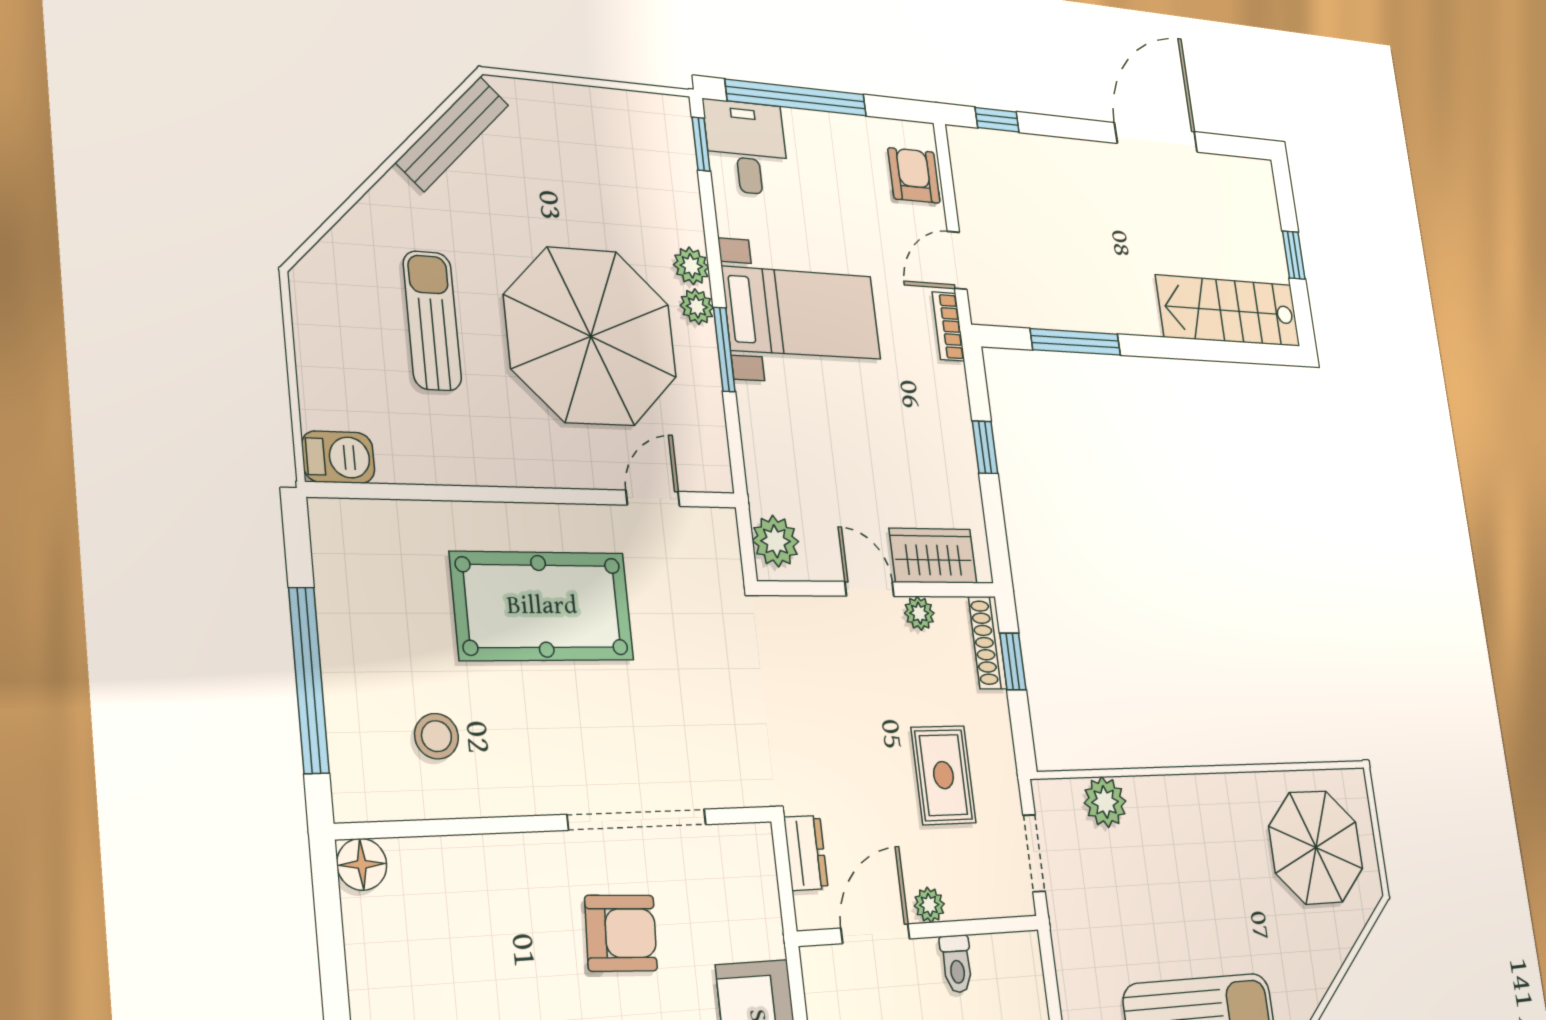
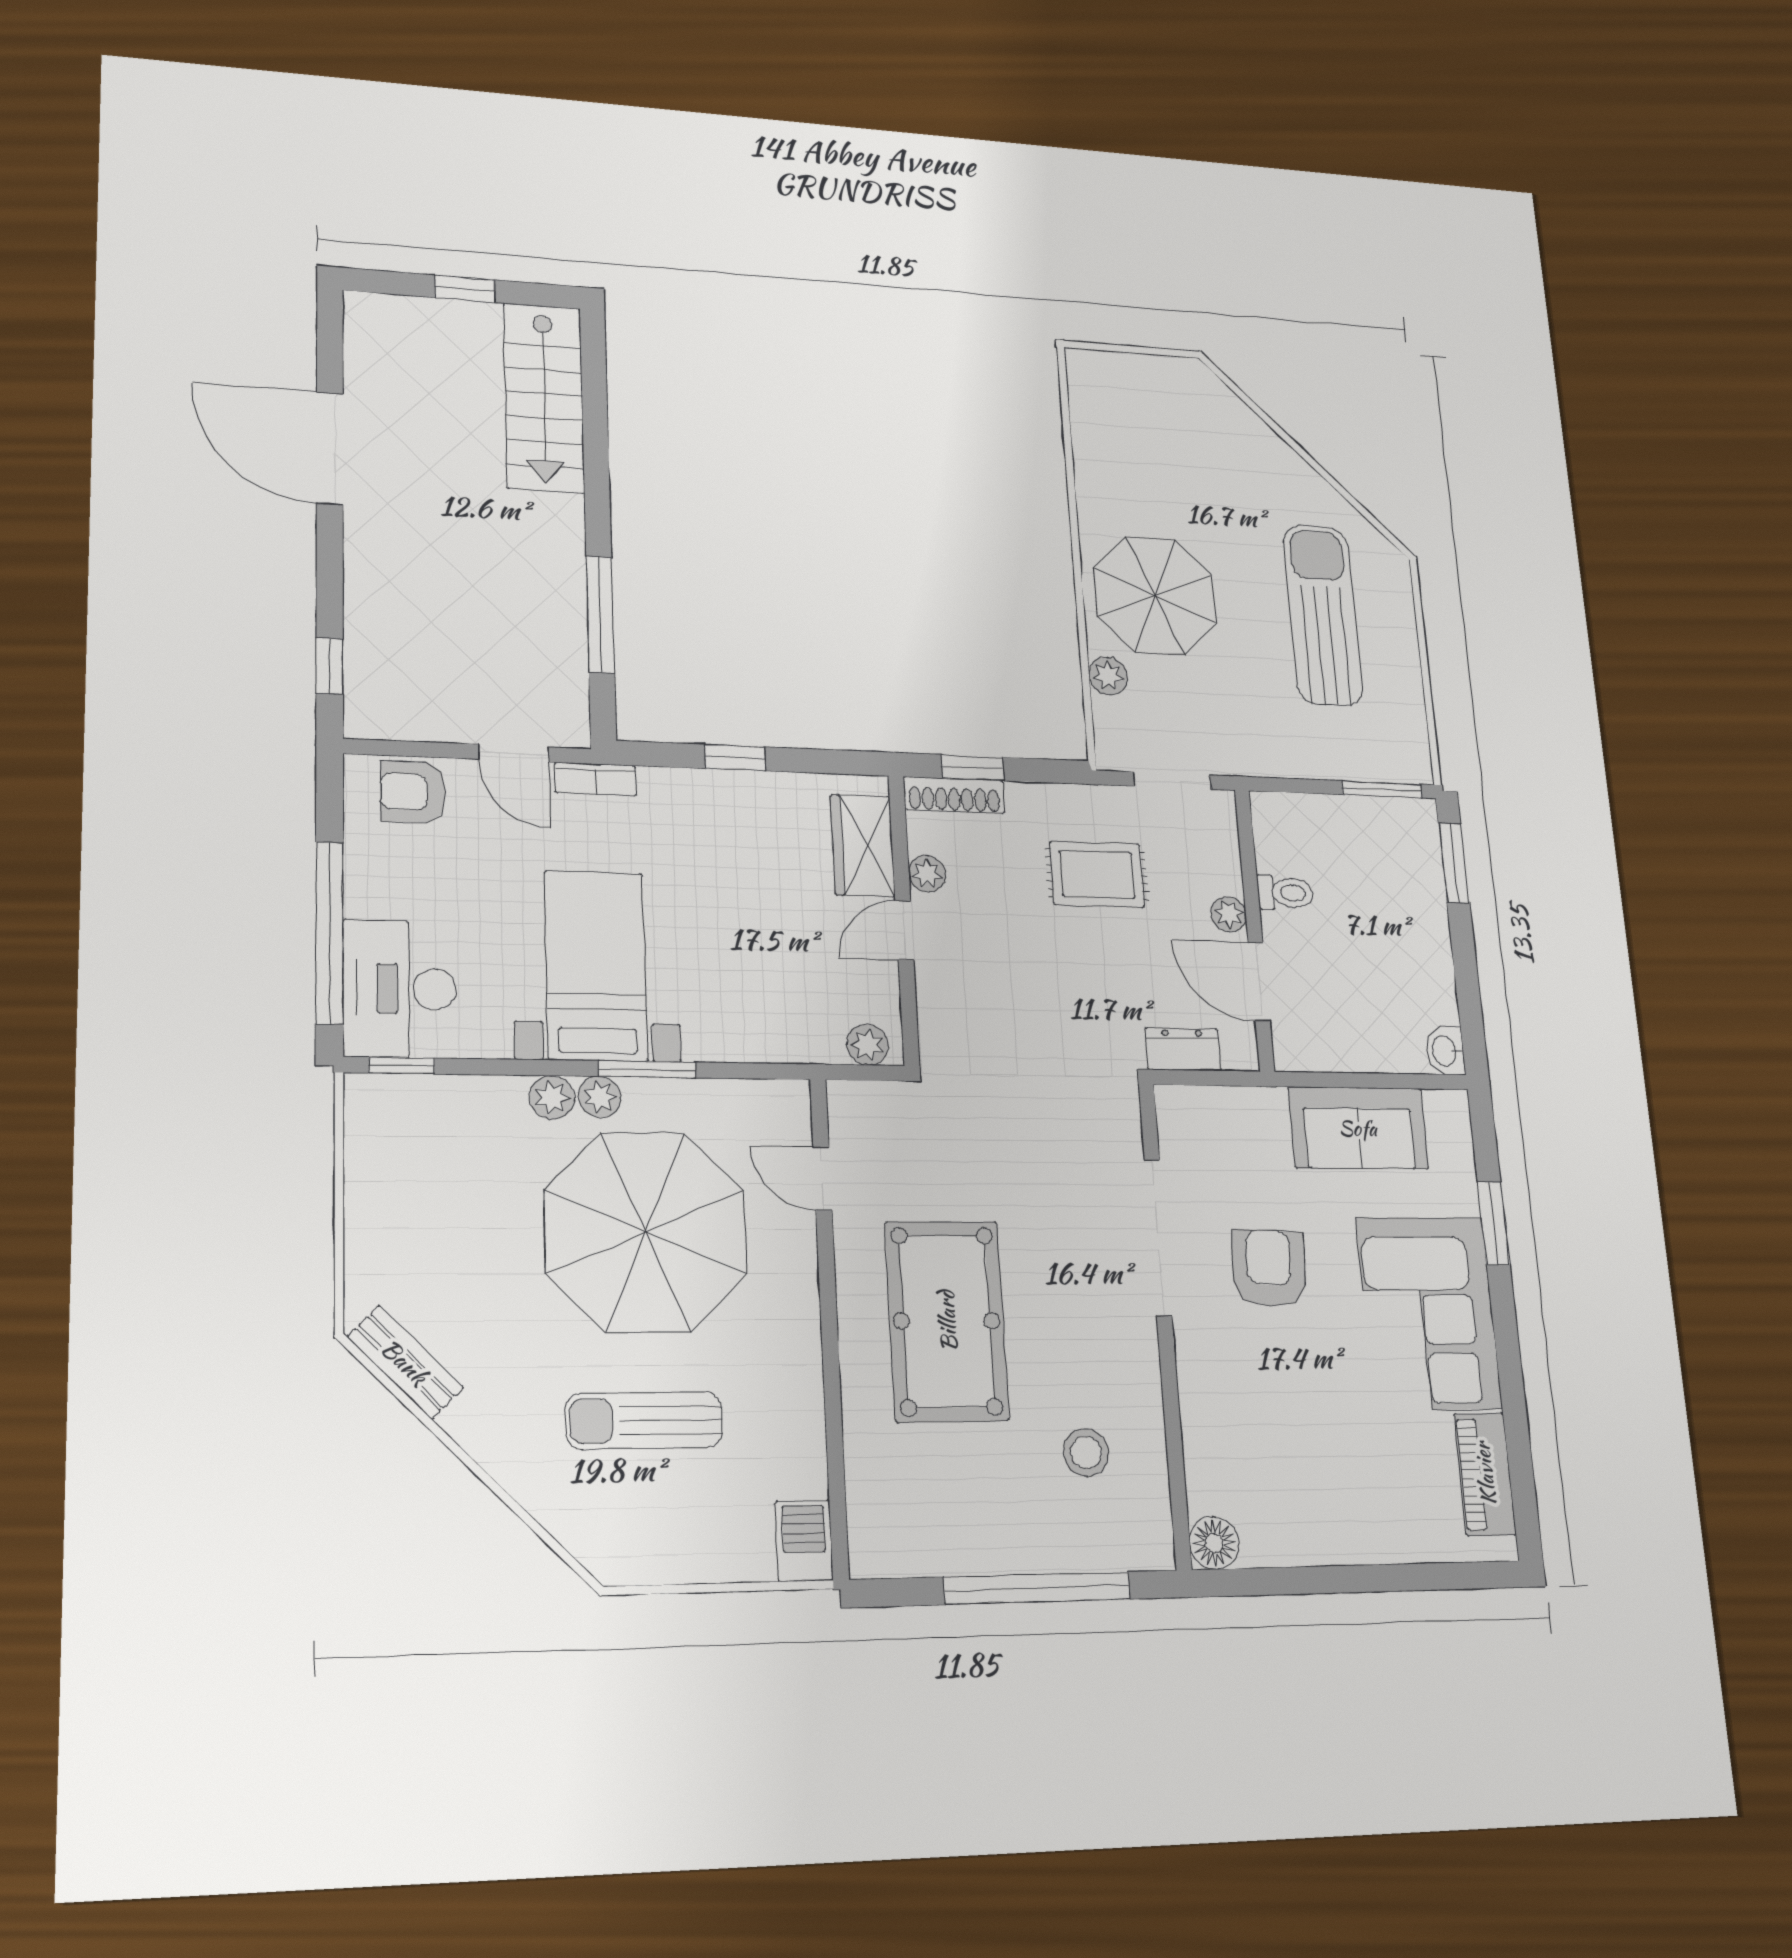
bench: (452, 134) -> (405, 1362), width x0.73
desk: (746, 147) -> (400, 989), width x1.37
plant: (776, 541) -> (868, 1045), width x0.73, depth x0.73
plant: (1105, 802) -> (1108, 676), width x0.73, depth x0.73
parasol: (1316, 847) -> (1155, 595), moved

